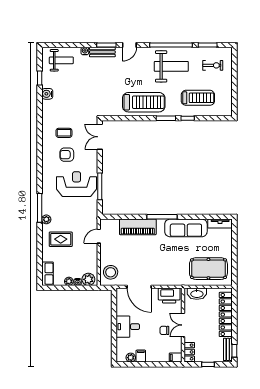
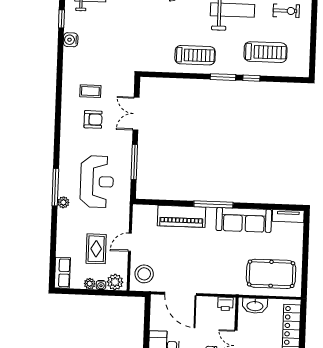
treadmill: (144, 102) -> (195, 55), width x0.73, depth x0.73
double door: (100, 137) -> (136, 114), moved
armchair: (67, 155) -> (93, 119), turned 180
reception desk: (77, 184) -> (97, 182), moved, turned 90
door: (99, 236) -> (130, 242), moved
rug: (61, 239) -> (96, 249), moved, turned 90
printer: (169, 296) -> (225, 304), width x0.53, depth x0.68

